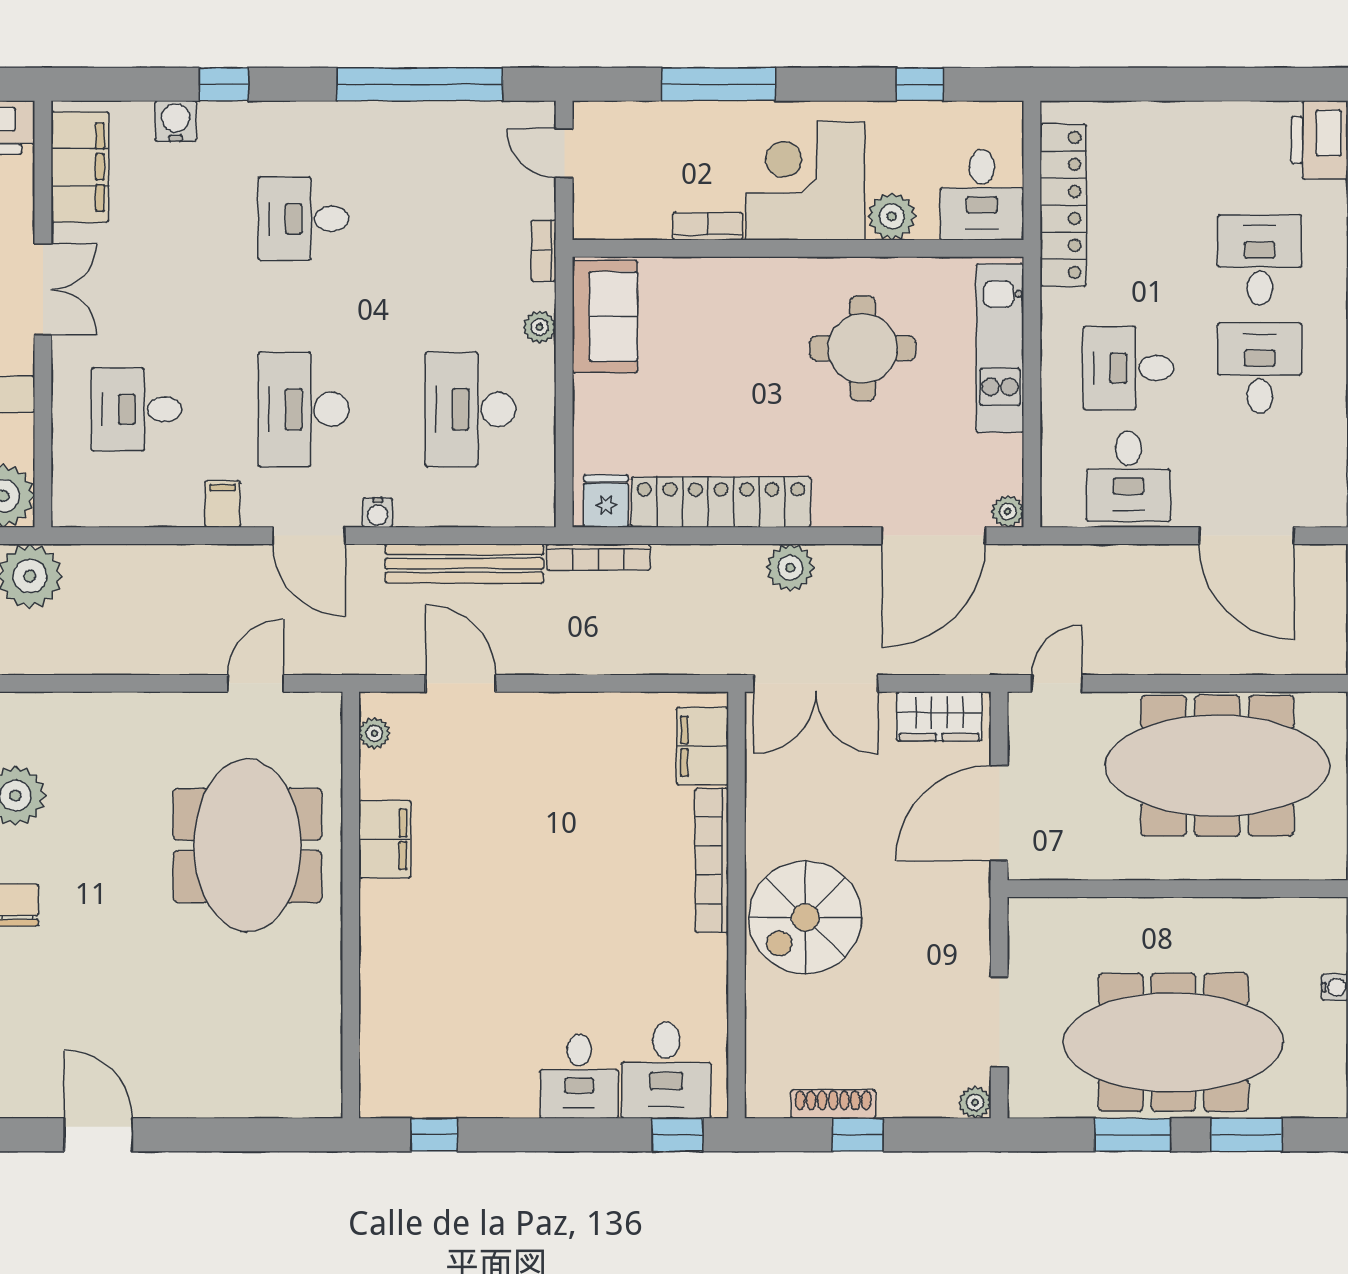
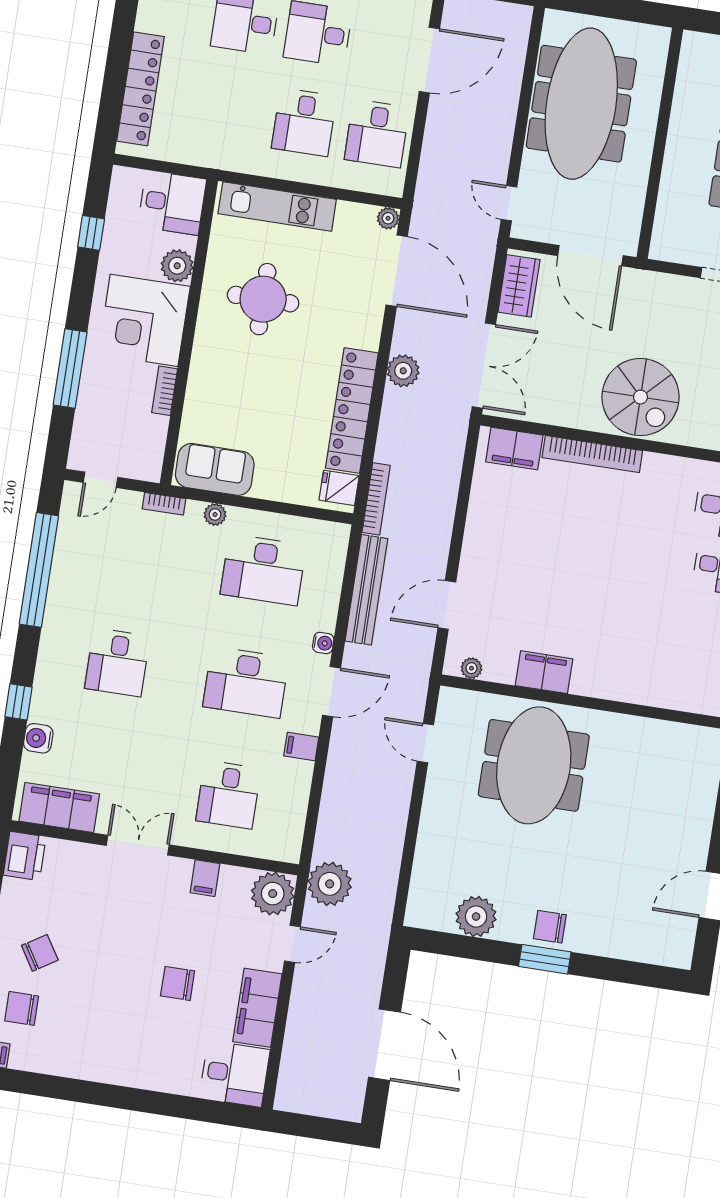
locker: (1063, 205) -> (141, 89), moved, turned 90
desk: (1128, 476) -> (377, 133), turned 90
meeting table: (247, 845) -> (534, 765), turned 90

